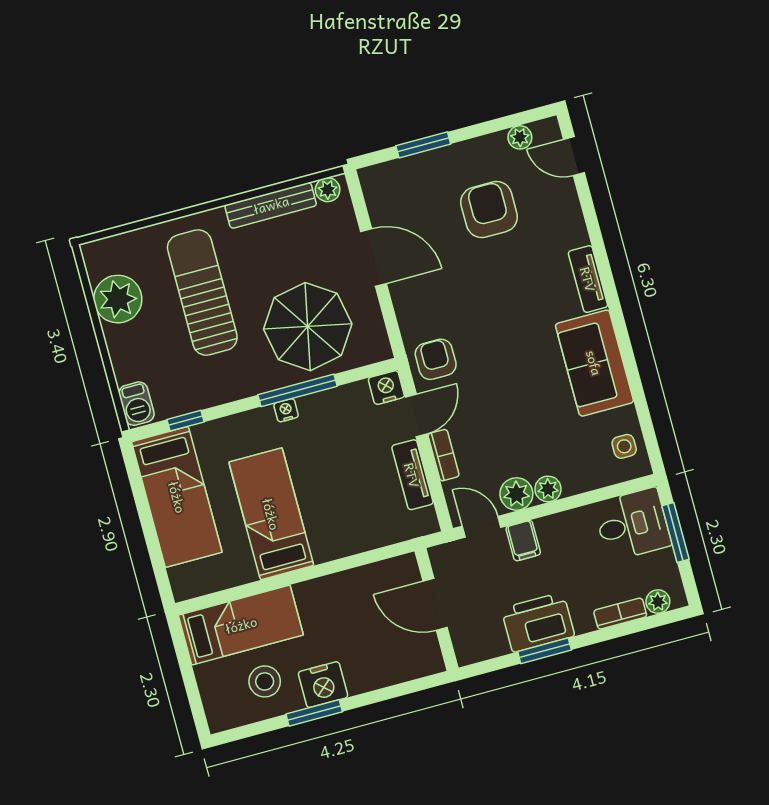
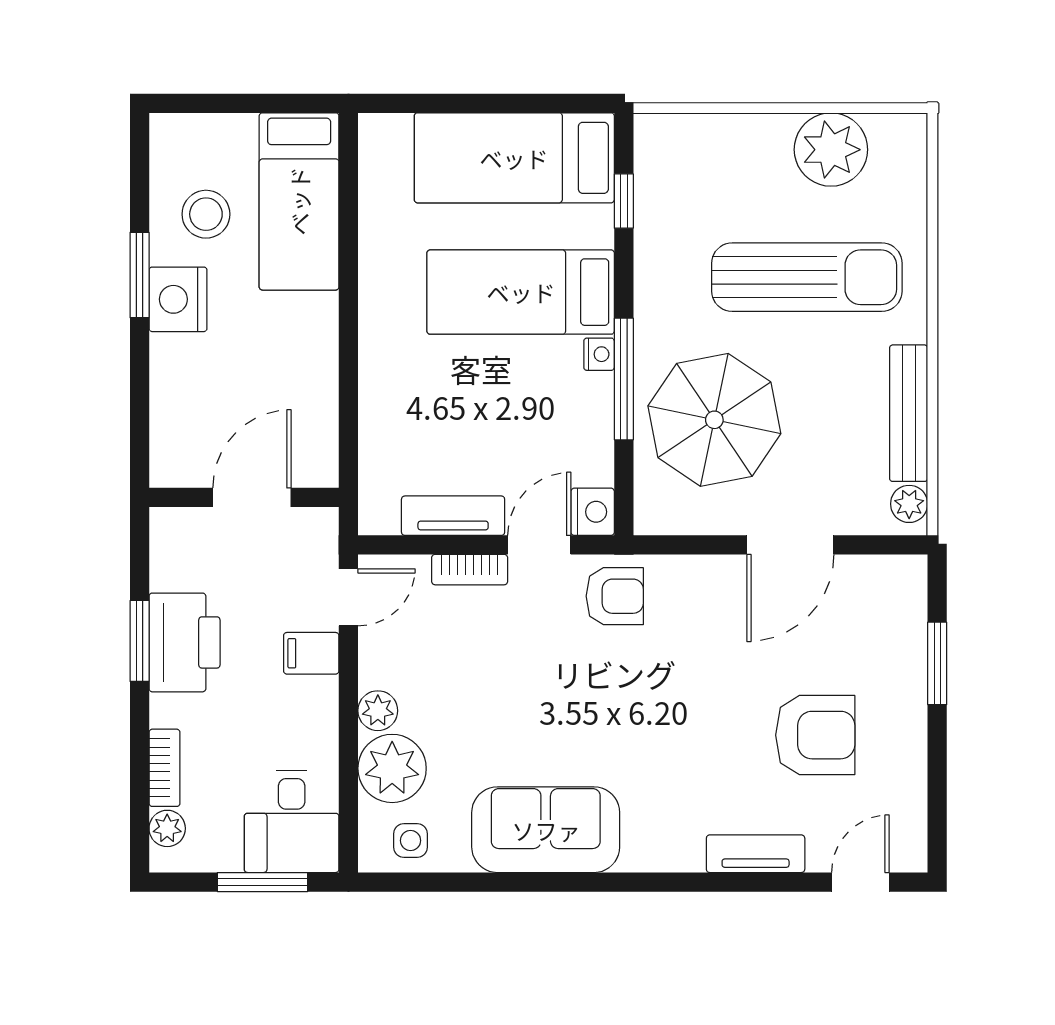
plant: (520, 137) -> (910, 810), removed
tv unit: (588, 279) -> (756, 854), moved
barbecue: (136, 404) -> (669, 135), removed
door: (416, 415) -> (539, 545), swing flipped
plant: (516, 494) -> (392, 768), moved, width x1.36, depth x1.36
bed: (271, 514) -> (521, 292), moved, turned 180

